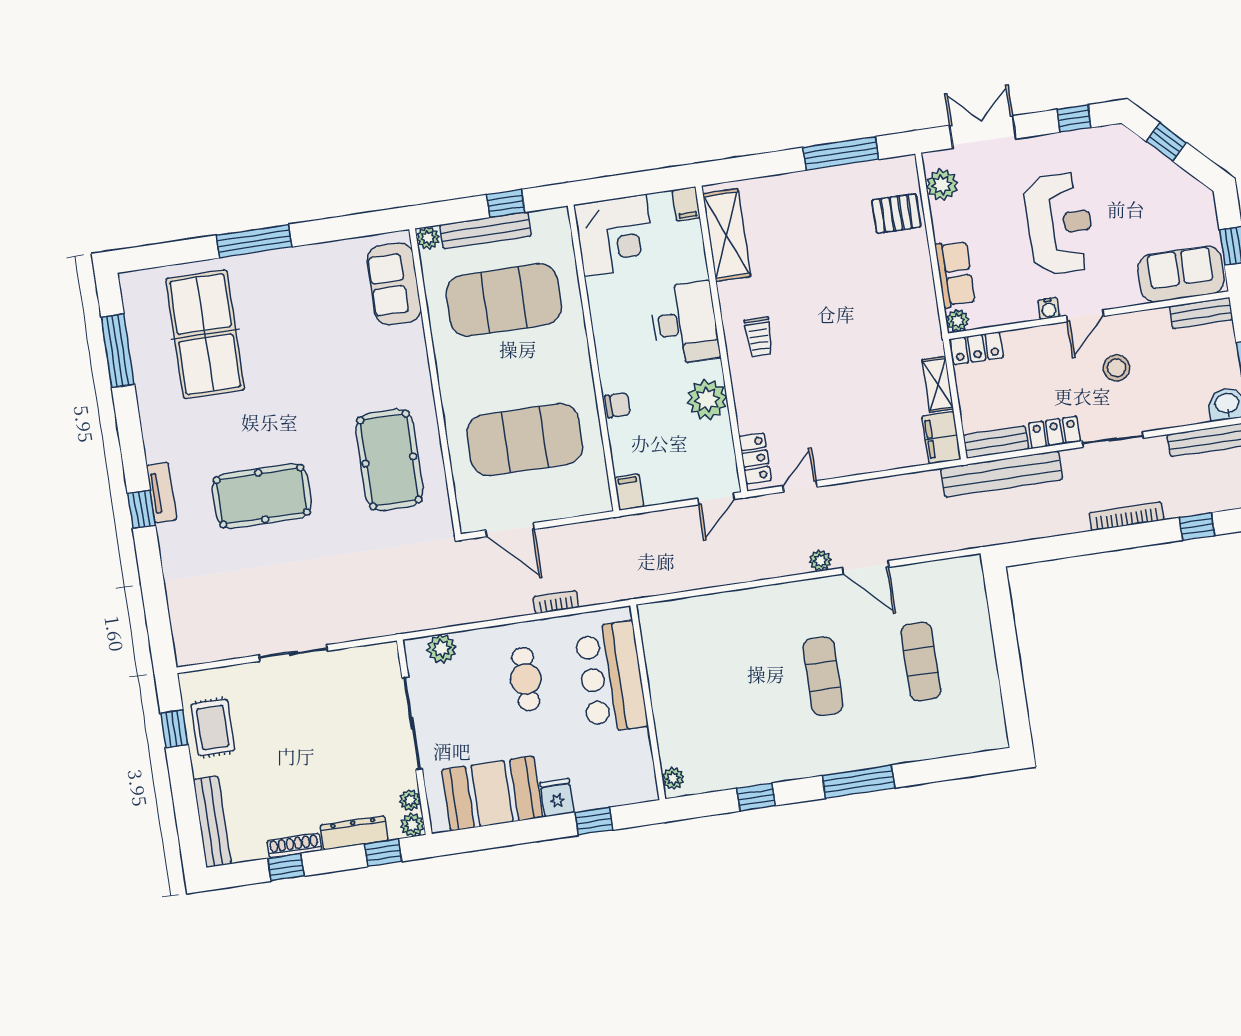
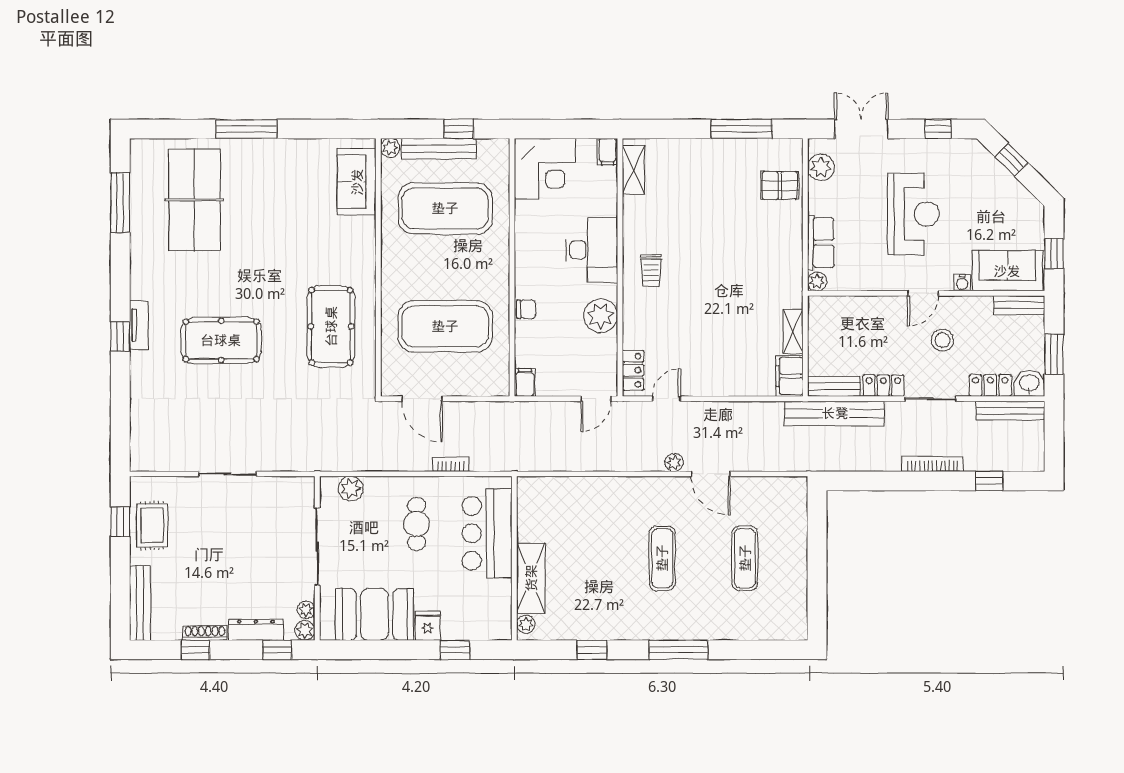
shelving: (727, 235) -> (633, 170), width x0.67, depth x0.75
water cooler: (1049, 308) -> (962, 283), moved
locker: (977, 348) -> (990, 385), moved, turned 180
shelving: (671, 723) -> (531, 578), added

